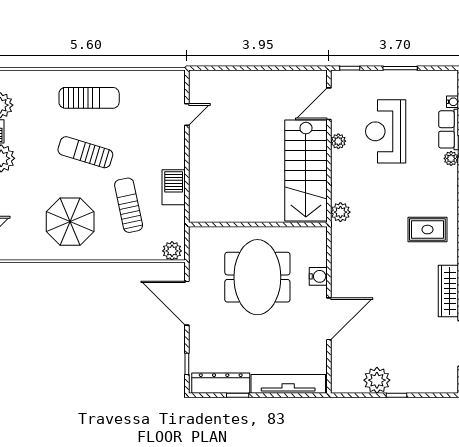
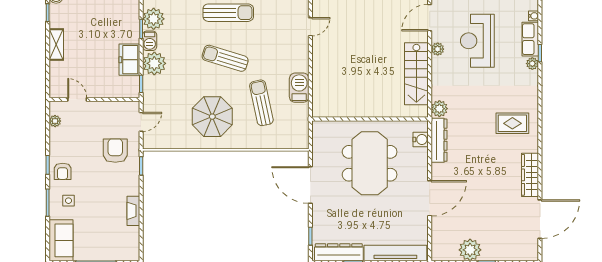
stairs: (306, 171) -> (416, 74), width x0.73, depth x0.66
dresser: (340, 250) -> (439, 140), added
plant: (172, 251) -> (298, 141), removed
water cooler: (318, 276) -> (421, 139), moved

